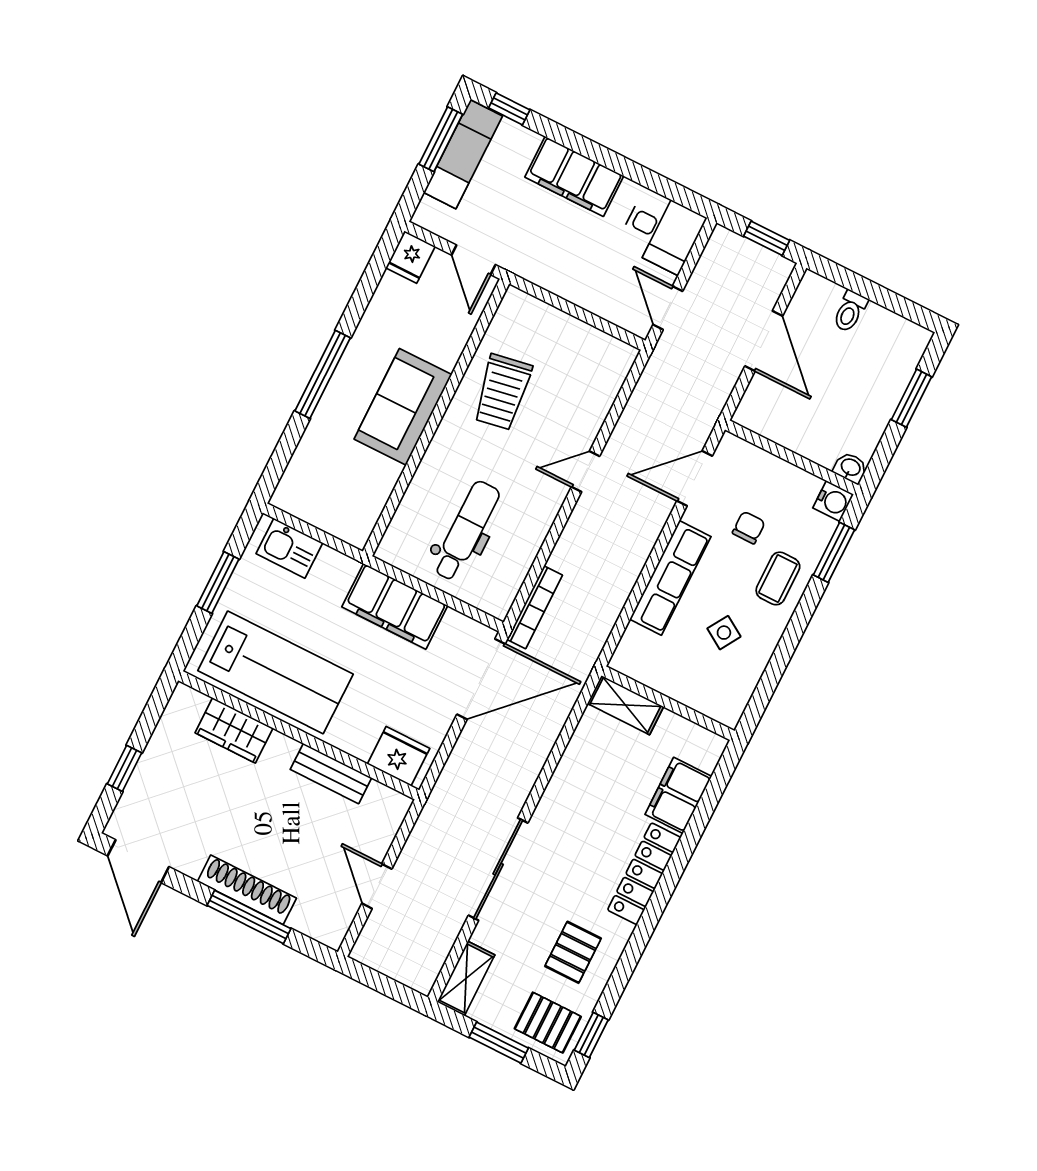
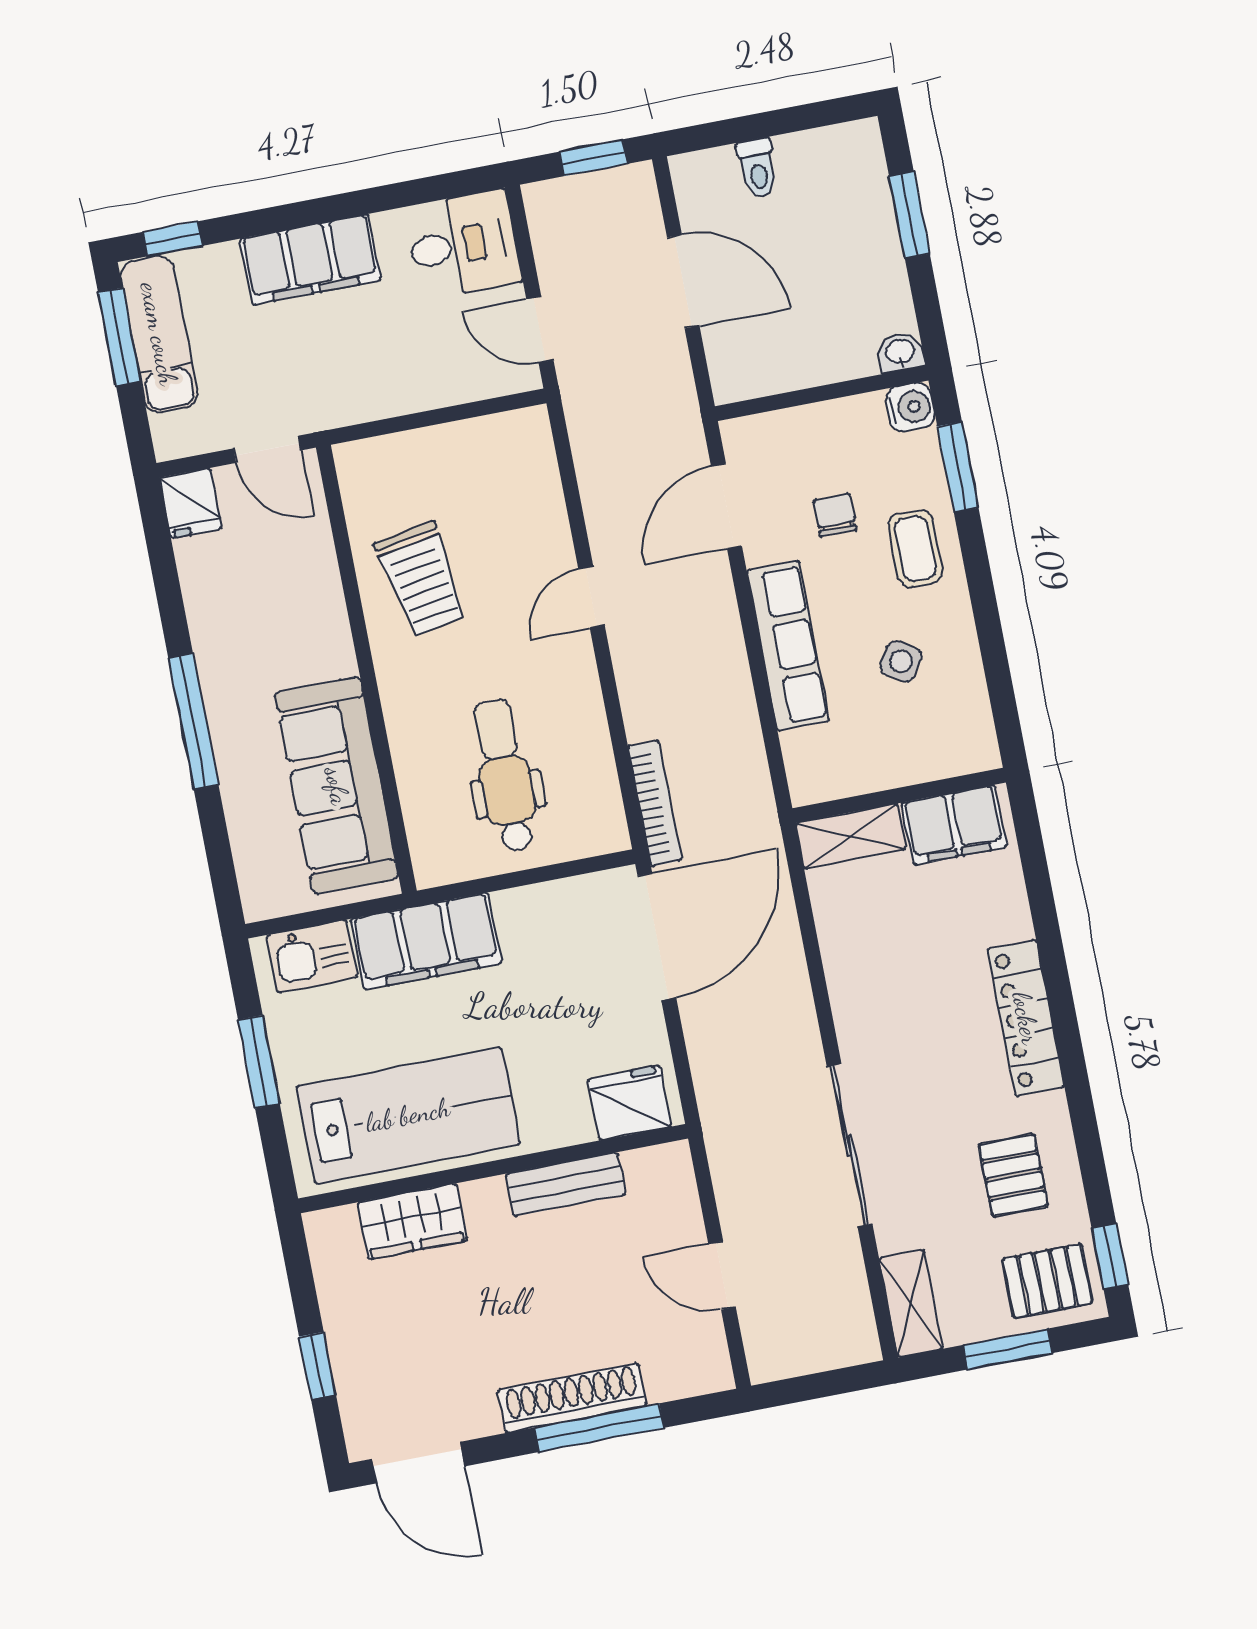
sofa: (403, 407) -> (337, 786), moved, width x1.36
filing cabinet: (395, 606) -> (426, 941), moved
filing cabinet: (678, 795) -> (954, 825), moved, turned -90

